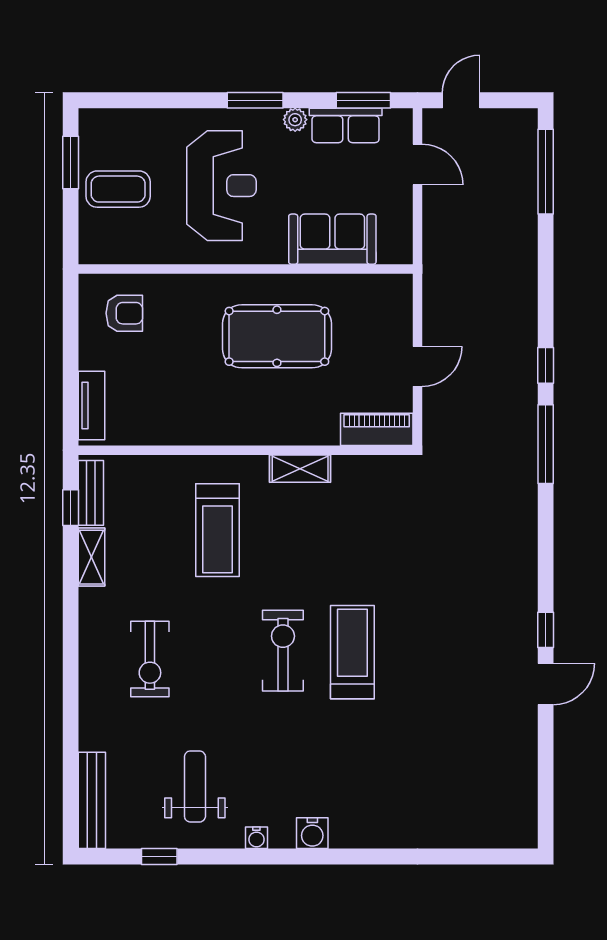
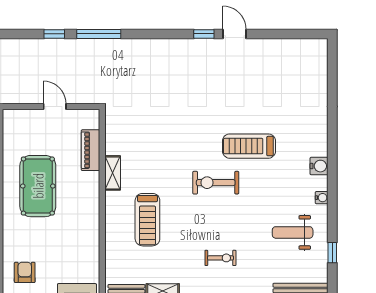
piano: (377, 429) -> (90, 150), moved
treadmill: (217, 530) -> (147, 220), turned 90
treadmill: (352, 652) -> (249, 146), moved
exercise bike: (150, 659) -> (220, 258), width x0.73, depth x0.72

